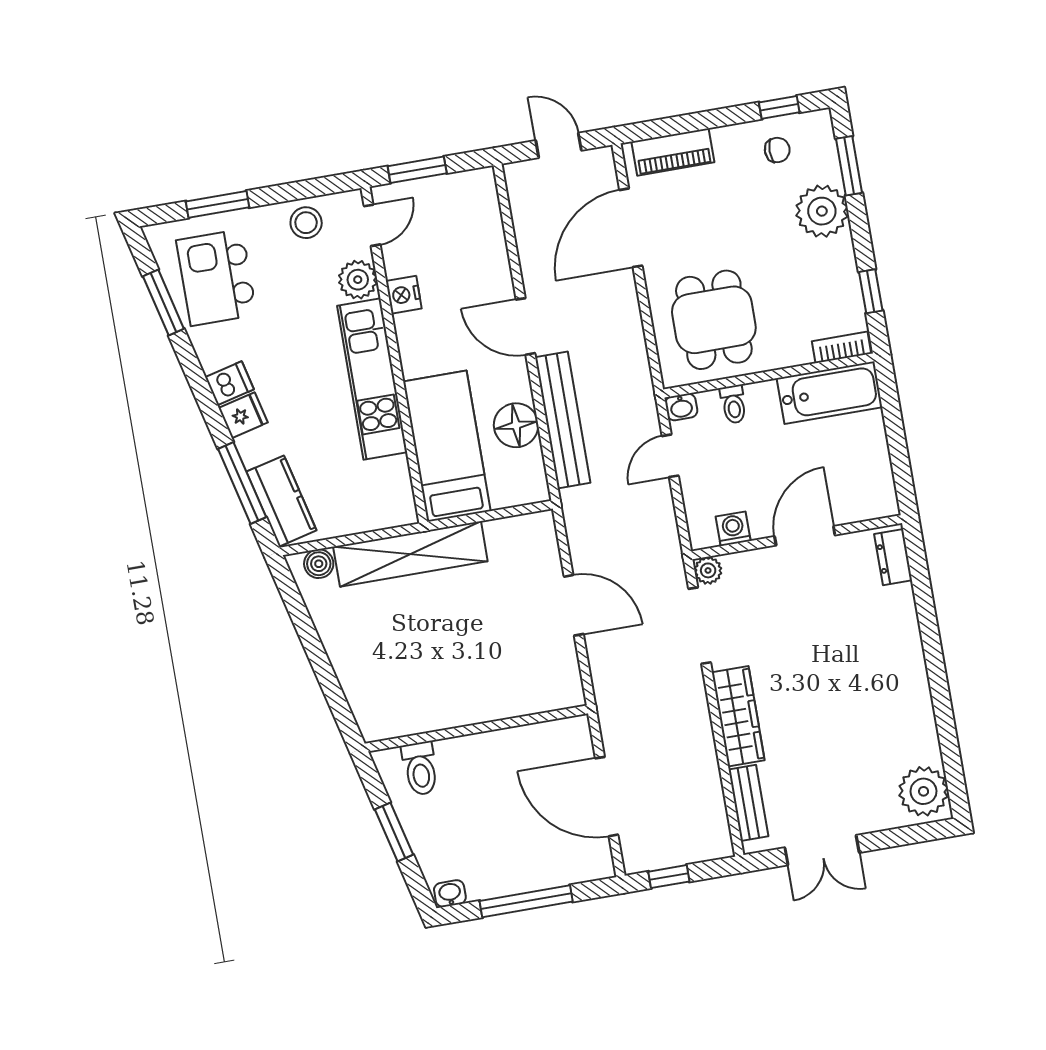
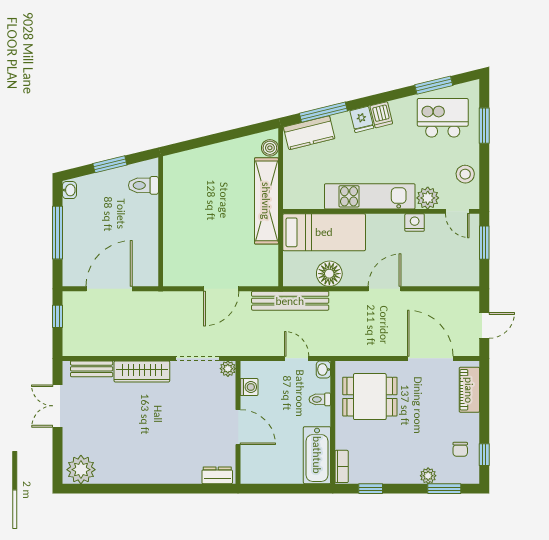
plant: (822, 211) -> (428, 476), width x0.53, depth x0.53
bench: (563, 420) -> (290, 301), moved

